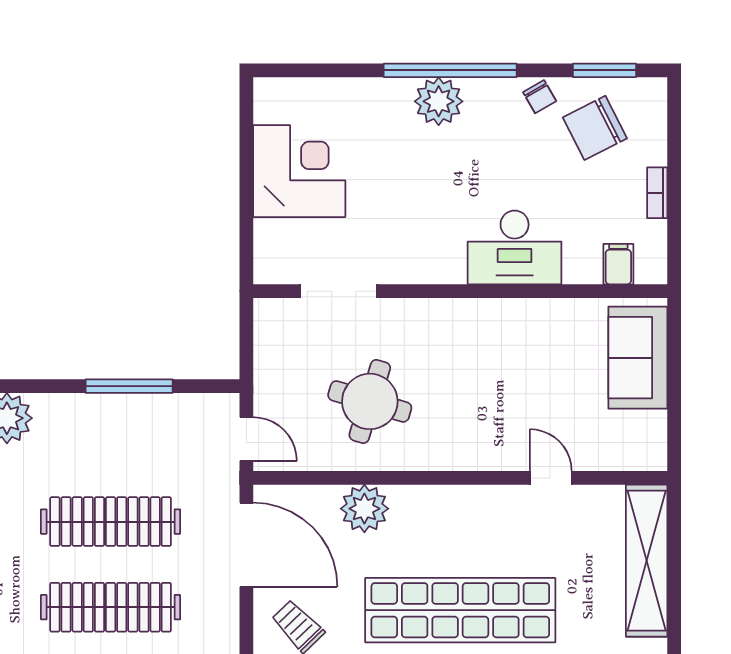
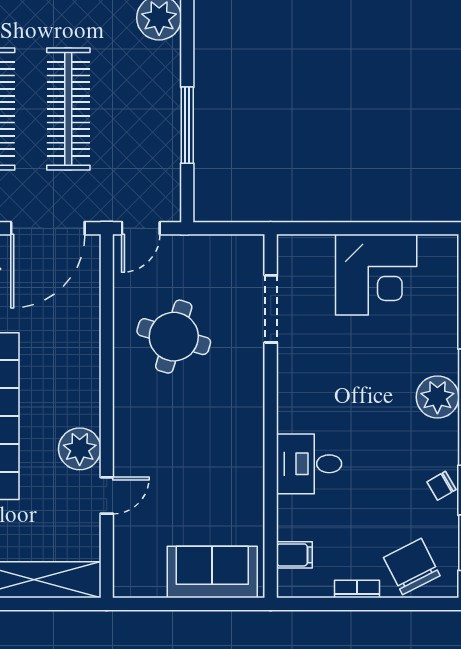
chair: (595, 128) -> (412, 567), moved
desk: (515, 247) -> (309, 464), width x0.73
plant: (364, 509) -> (80, 449), moved

